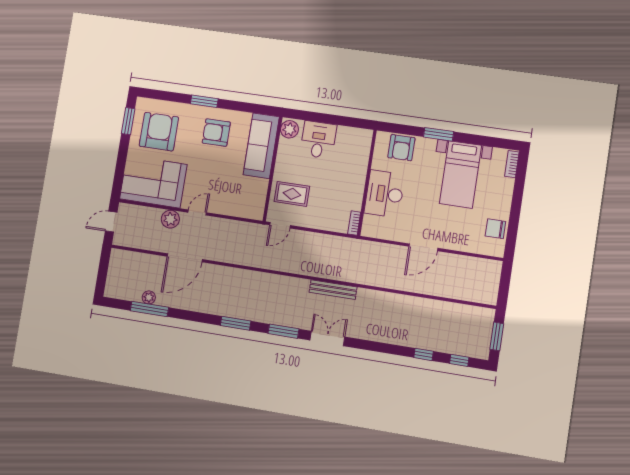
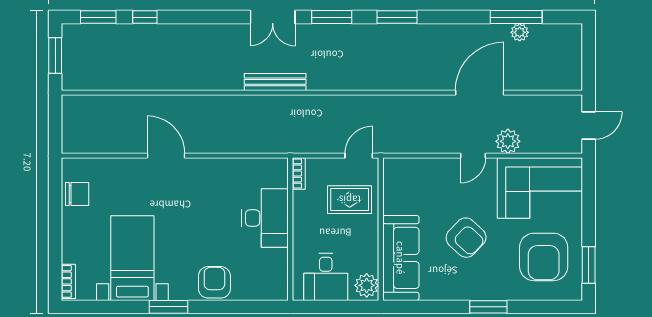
armchair: (216, 133) -> (466, 238), moved, turned 43
wall: (367, 183) -> (290, 229), moved
desk: (384, 194) -> (265, 218), moved
bookcase: (354, 223) -> (299, 174), moved
door: (423, 247) -> (166, 156), hinge flipped
window: (459, 360) -> (98, 17), width x1.50

